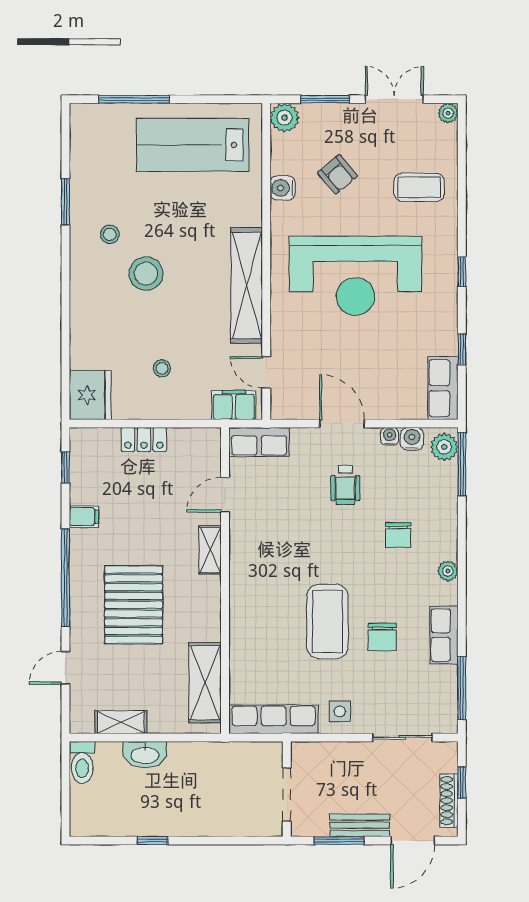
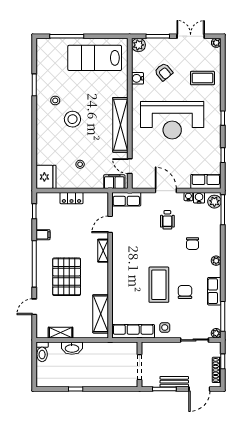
row of seats: (443, 388) -> (206, 181), moved, turned 90
chair: (382, 637) -> (185, 292), turned 180
plant: (448, 724) -> (216, 333), added

